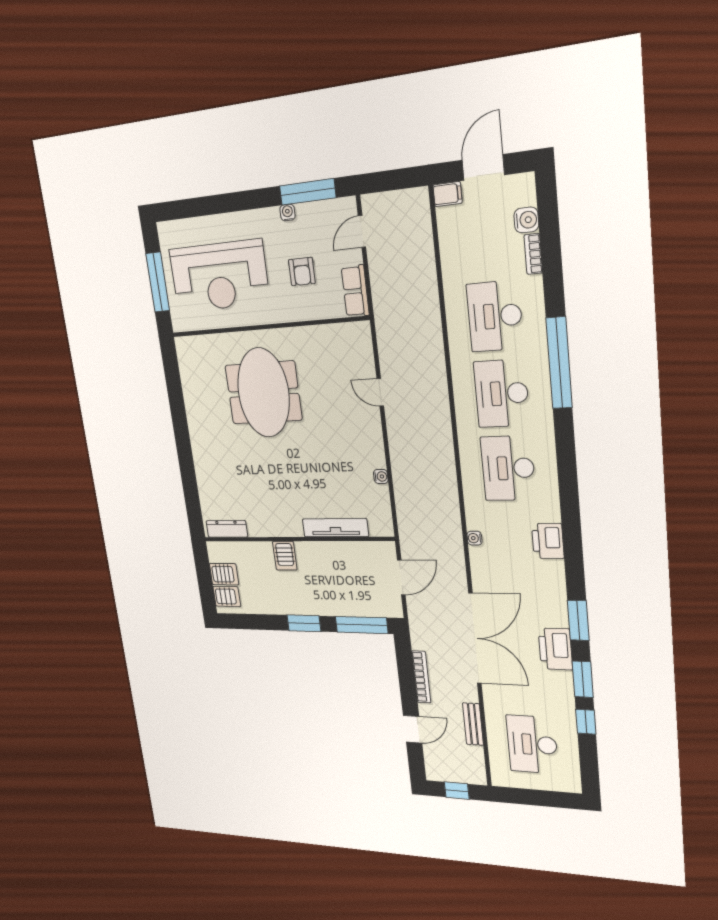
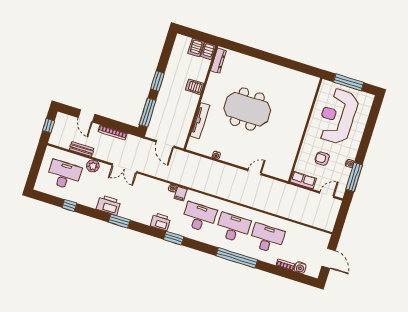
filing cabinet: (447, 194) -> (181, 194), moved
door: (362, 232) -> (327, 195), hinge flipped
meeting table: (263, 393) -> (247, 109), moved
server rack: (227, 596) -> (208, 51), moved
double door: (475, 638) -> (124, 168), width x0.54
window: (583, 679) -> (174, 238), moved
plant: (495, 697) -> (93, 166), added

